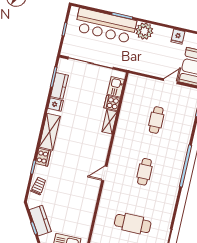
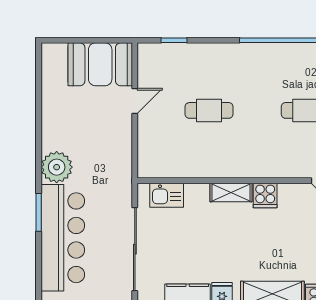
fridge: (178, 37) -> (53, 106), removed
door: (170, 81) -> (135, 101), swing flipped
cooker: (112, 103) -> (265, 195), moved

